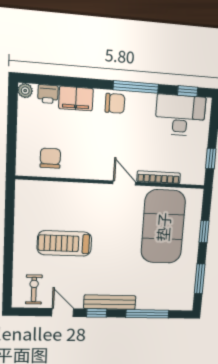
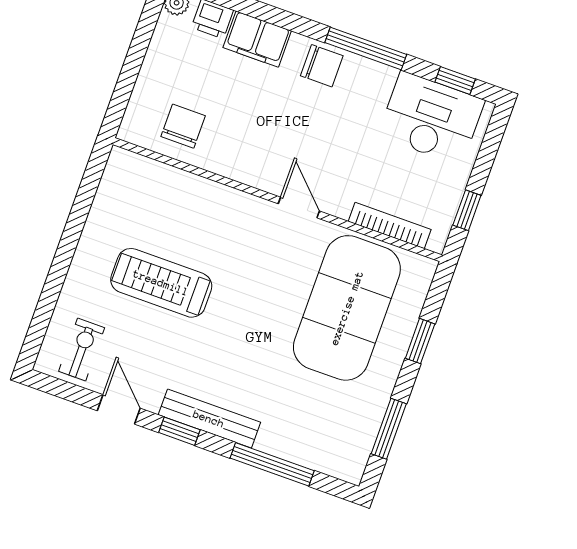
bookcase: (159, 177) -> (390, 225), moved

